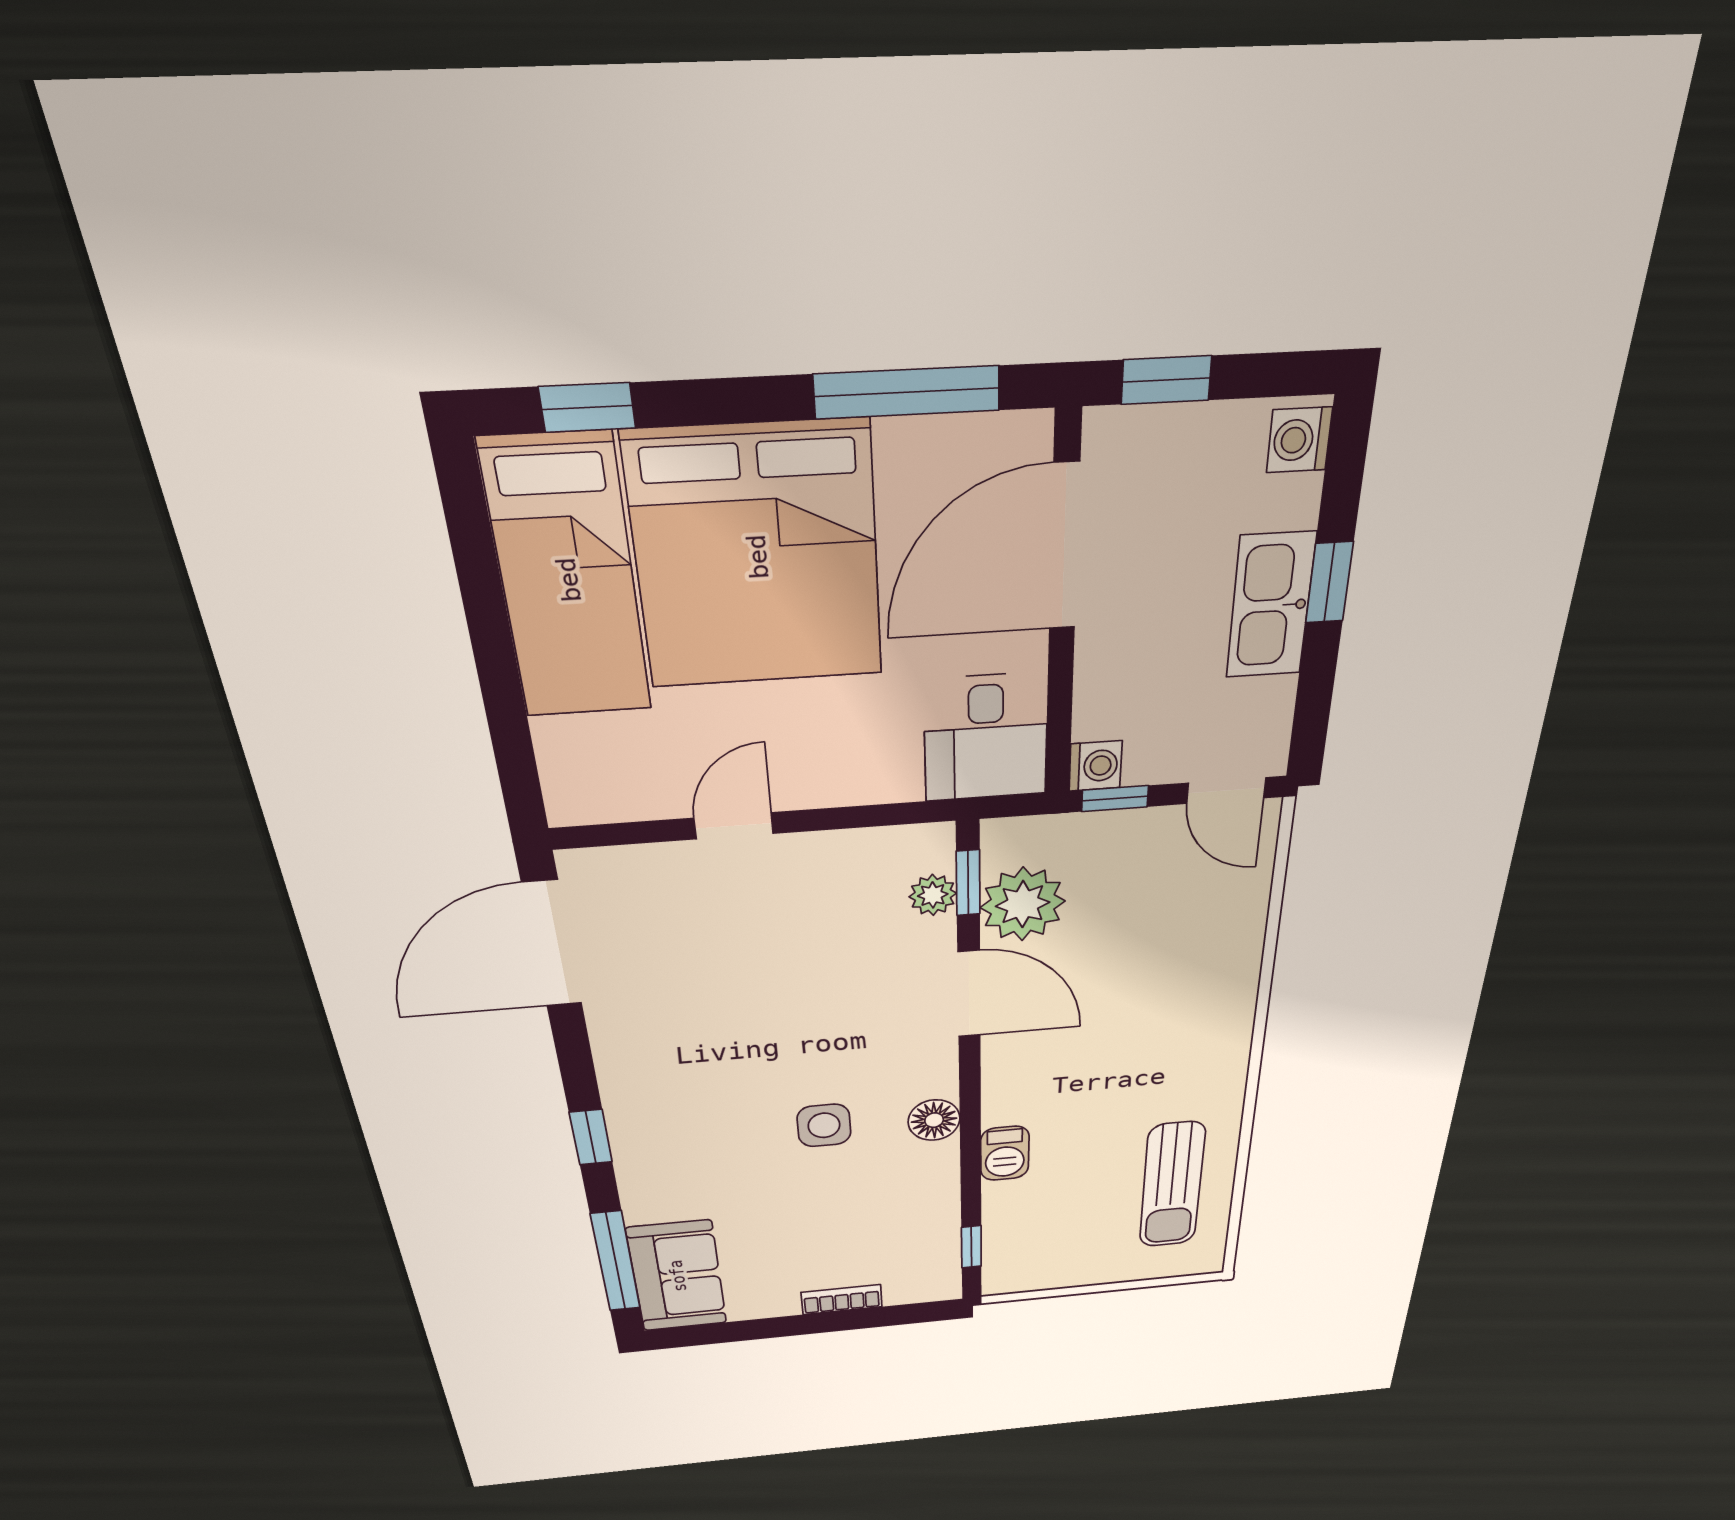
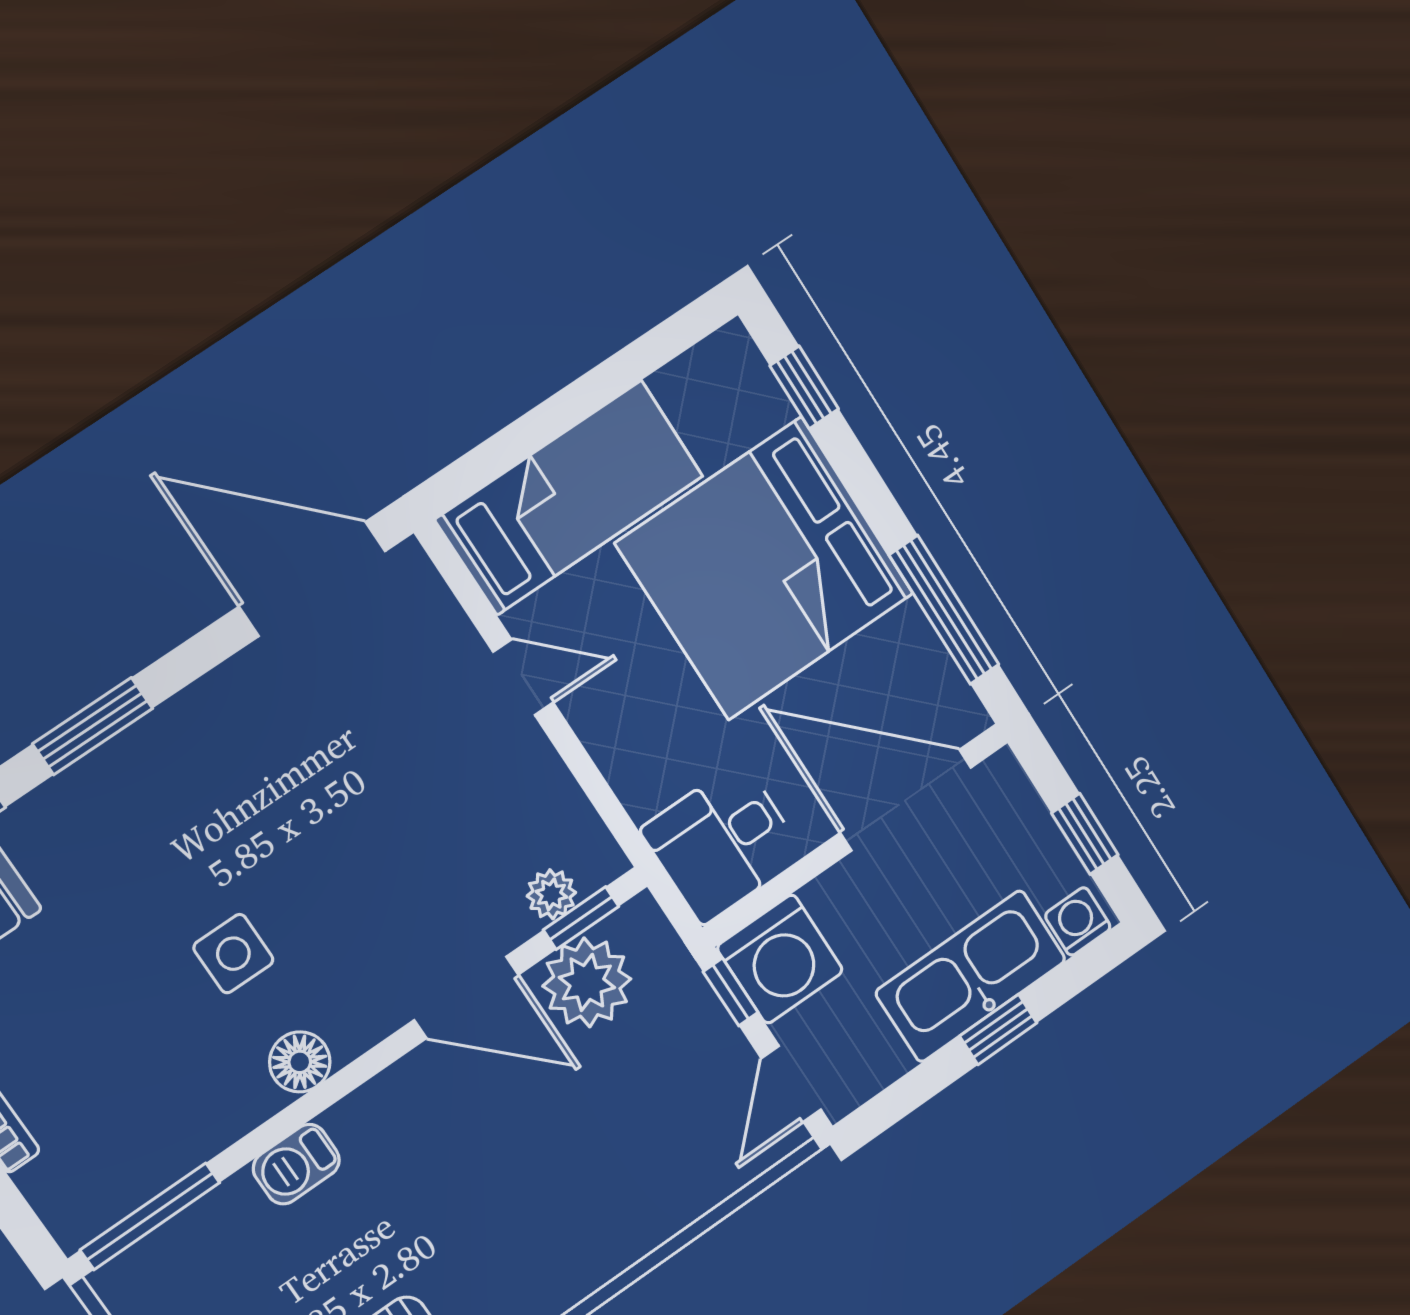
window: (1166, 380) -> (1085, 834), moved
bed: (568, 580) -> (569, 498), moved, turned 180
kitchen sink: (1271, 606) -> (971, 976), width x1.36, depth x1.24
washing machine: (1095, 766) -> (780, 959), width x1.89, depth x1.89
door: (969, 994) -> (466, 997), hinge flipped
window: (591, 1137) -> (93, 726), width x1.50
window: (971, 1247) -> (150, 1216), width x2.17

